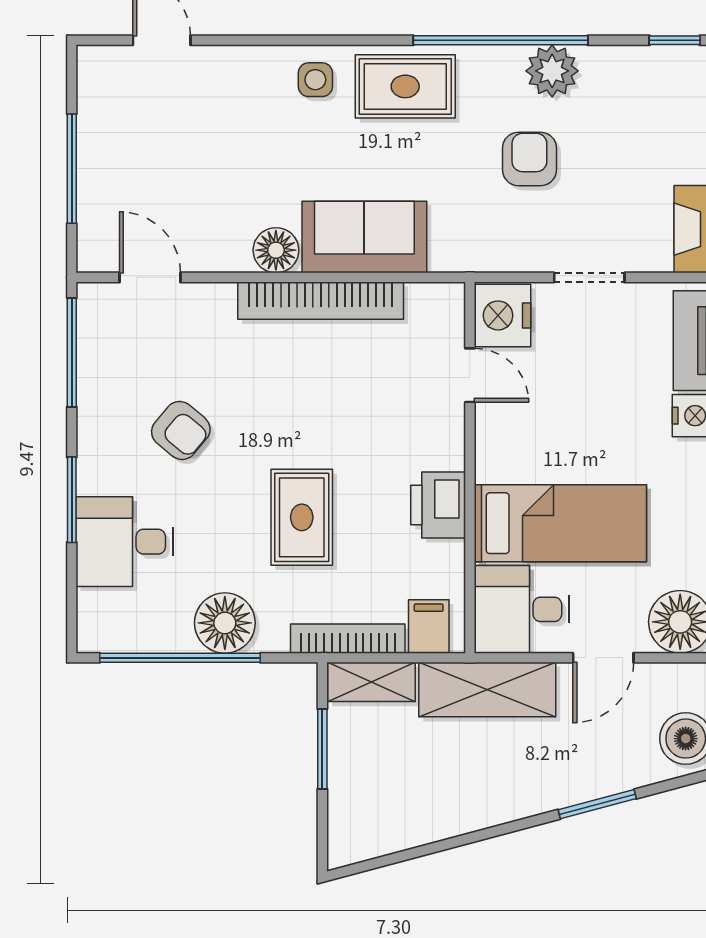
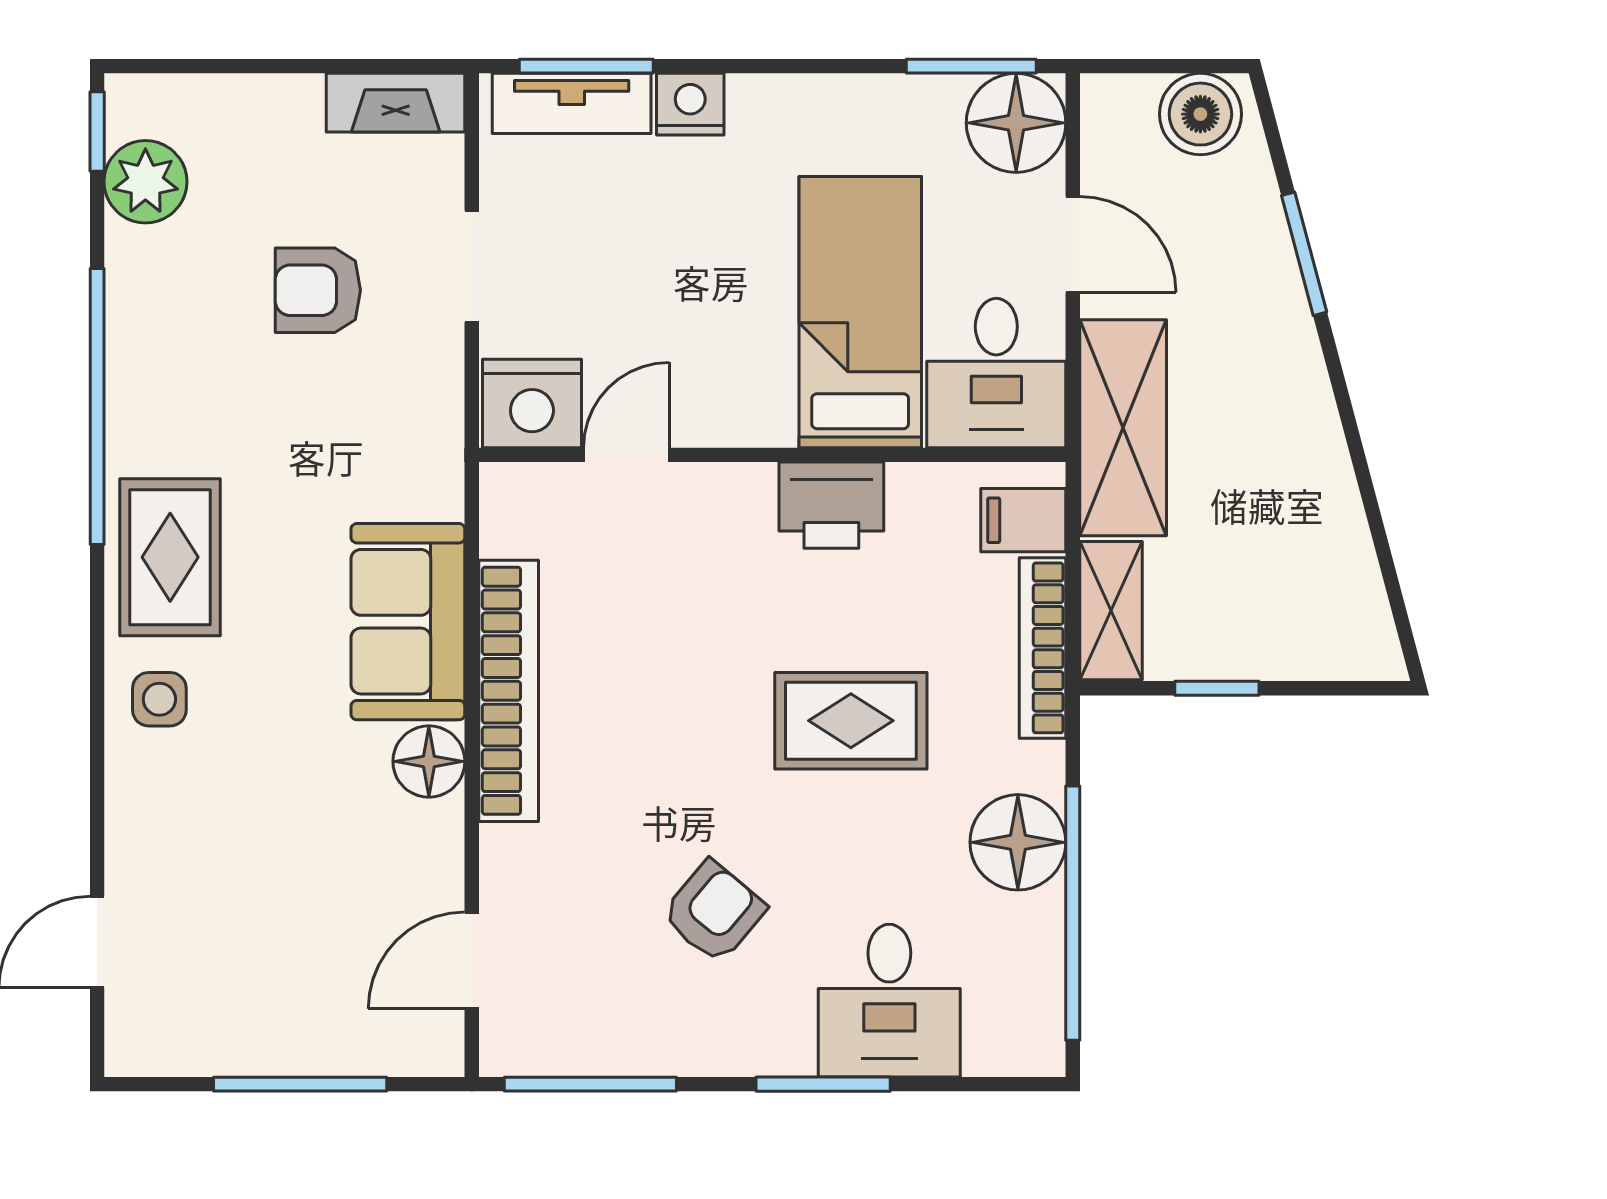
plant: (552, 71) -> (145, 182), moved
armchair: (529, 159) -> (318, 290), moved
window: (322, 749) -> (1217, 688), width x0.67

